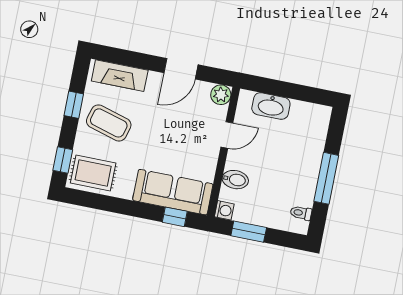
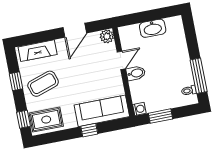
washbasin: (271, 106) -> (153, 28), moved
coffee table: (109, 123) -> (43, 84), turned -34
window: (326, 178) -> (199, 76), moved
bidet: (235, 180) -> (136, 73), moved
window: (175, 217) -> (89, 130), moved

